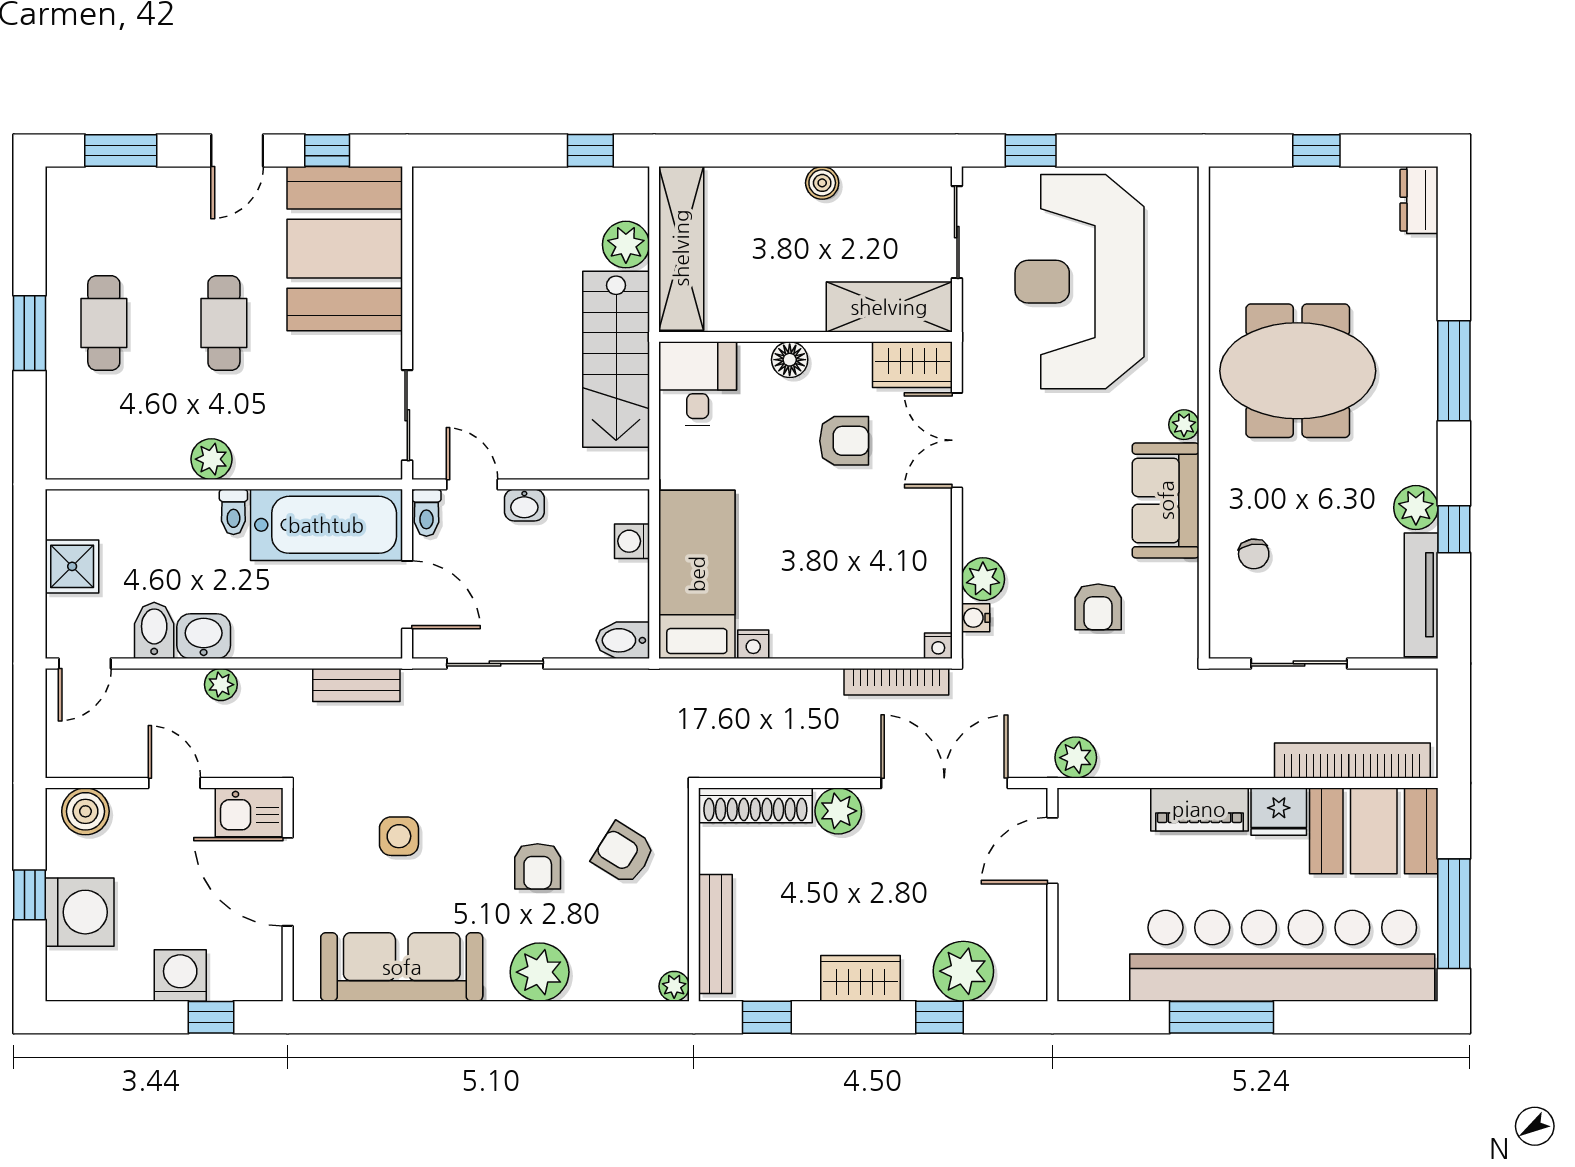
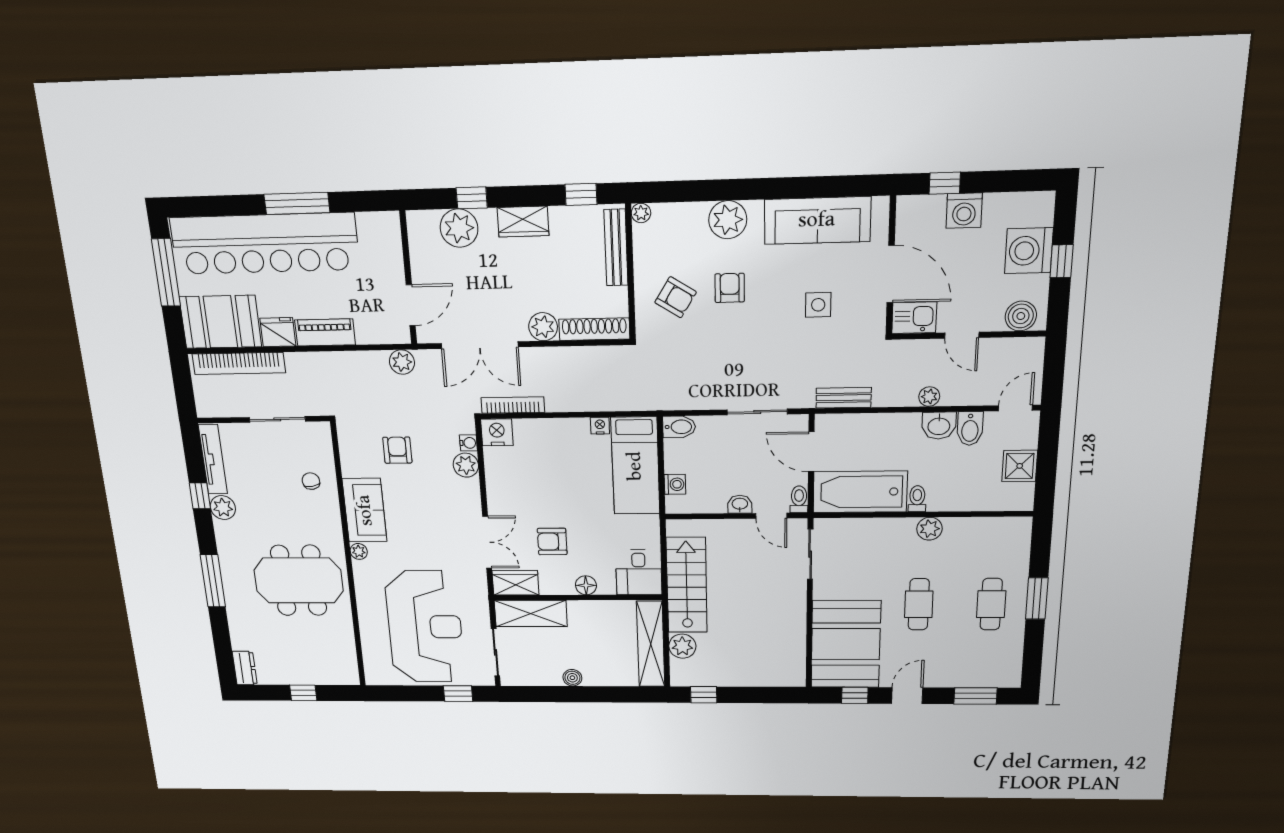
nightstand: (938, 646) -> (497, 432), width x1.89, depth x1.79

